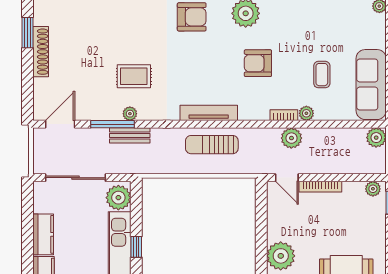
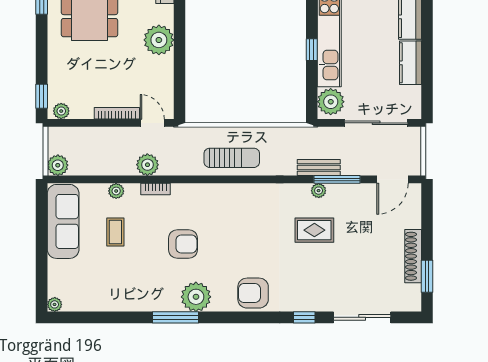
tv unit: (209, 113) -> (235, 191), removed
plant: (306, 113) -> (116, 191), moved

